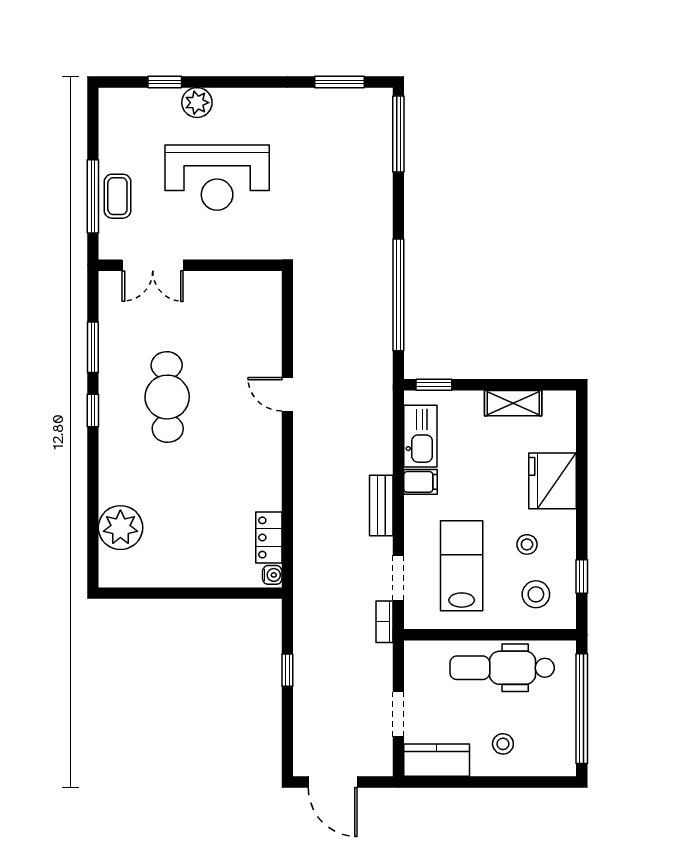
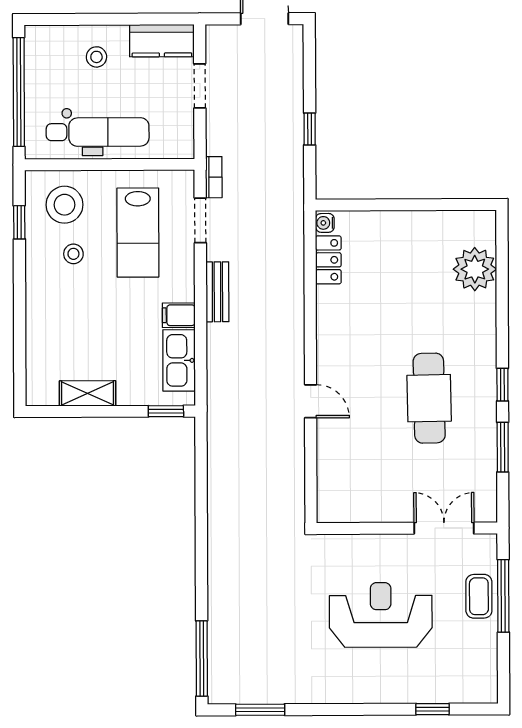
plant: (197, 103) -> (401, 689), removed
window: (398, 295) -> (201, 500), removed
fridge: (553, 481) -> (48, 317), removed
stool: (536, 594) -> (64, 205), width x1.38, depth x1.38

